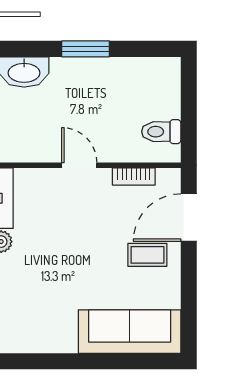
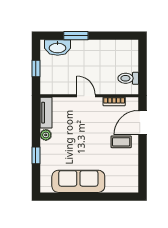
window: (85, 49) -> (76, 36), moved
sofa: (130, 332) -> (78, 181), moved

